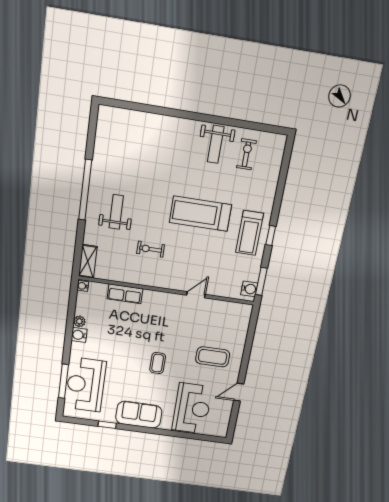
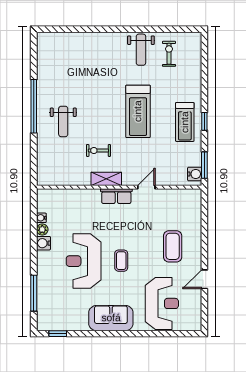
weight bench: (116, 212) -> (63, 121), turned 180
treadmill: (201, 214) -> (138, 111), turned -90
shelving: (88, 261) -> (106, 179), moved, turned 90
water cooler: (83, 286) -> (41, 218), moved
row of seats: (125, 294) -> (116, 196), moved
coffee table: (213, 357) -> (173, 246), turned 90
reception desk: (86, 385) -> (84, 261), moved
window: (107, 425) -> (58, 334), moved

